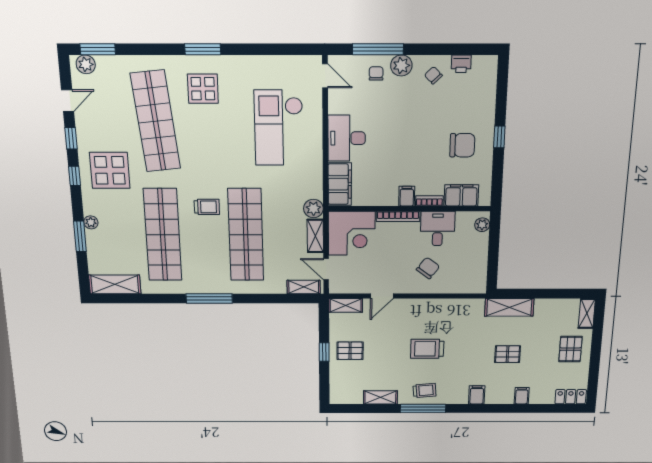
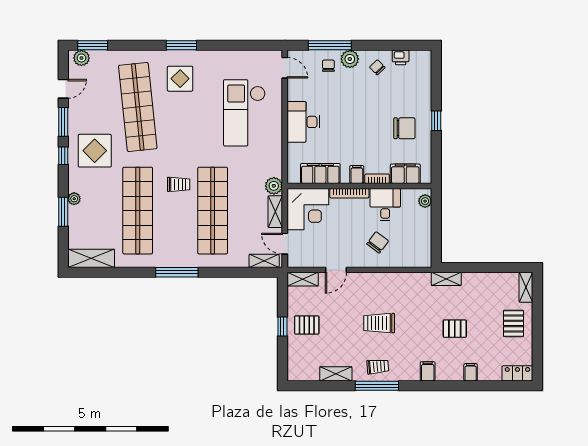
window: (71, 138) -> (63, 122), width x1.50
filing cabinet: (340, 184) -> (320, 173), moved, turned -90
shelving: (509, 307) -> (446, 279), width x0.67, depth x0.75

